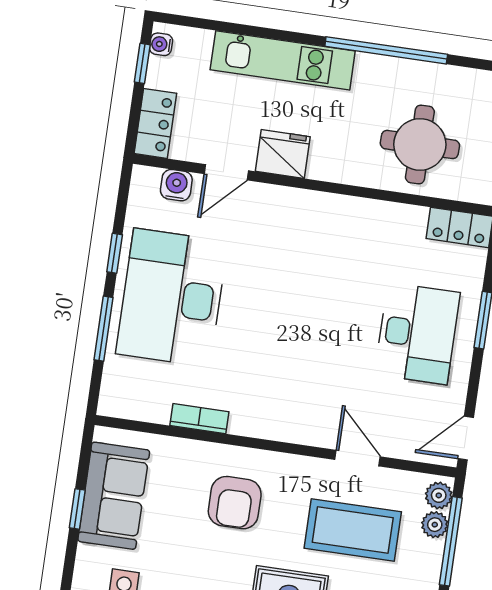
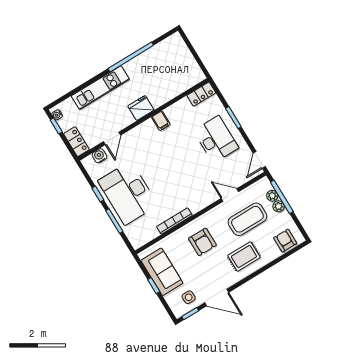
round table: (420, 144) -> (167, 78), removed
fridge: (283, 154) -> (141, 108), moved
filing cabinet: (344, 215) -> (161, 121), added
bookcase: (199, 419) -> (174, 221), width x1.56
plant: (439, 495) -> (279, 206), moved

